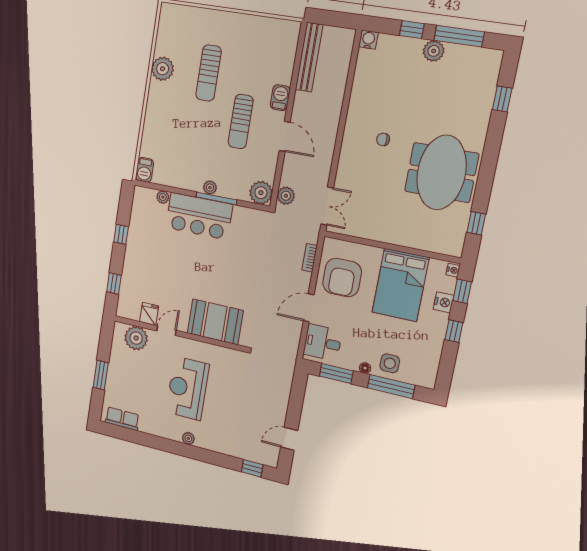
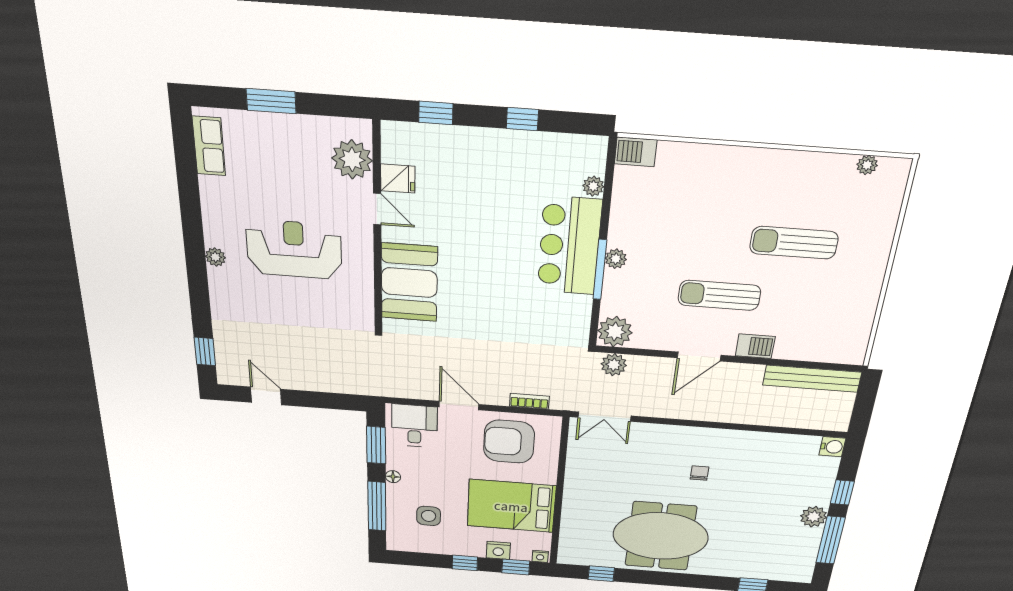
plant: (163, 69) -> (867, 165), moved, width x0.53, depth x0.53
side table: (390, 363) -> (429, 516), moved

